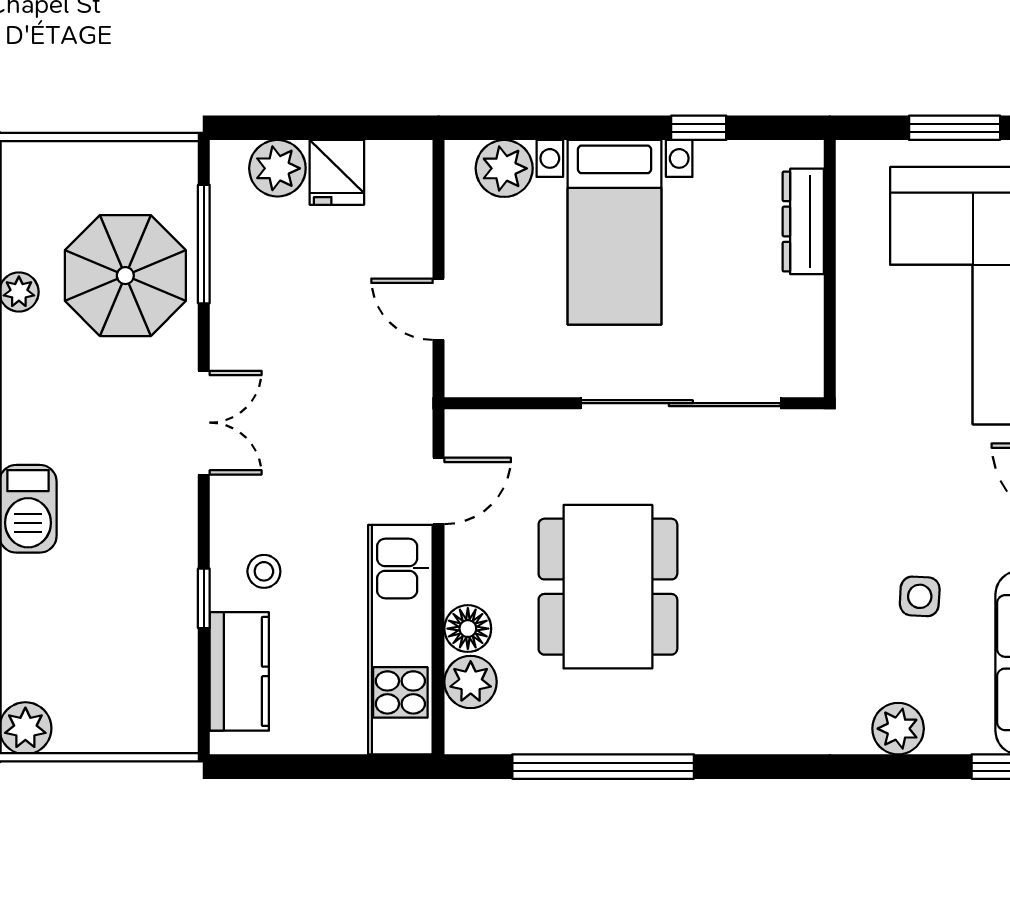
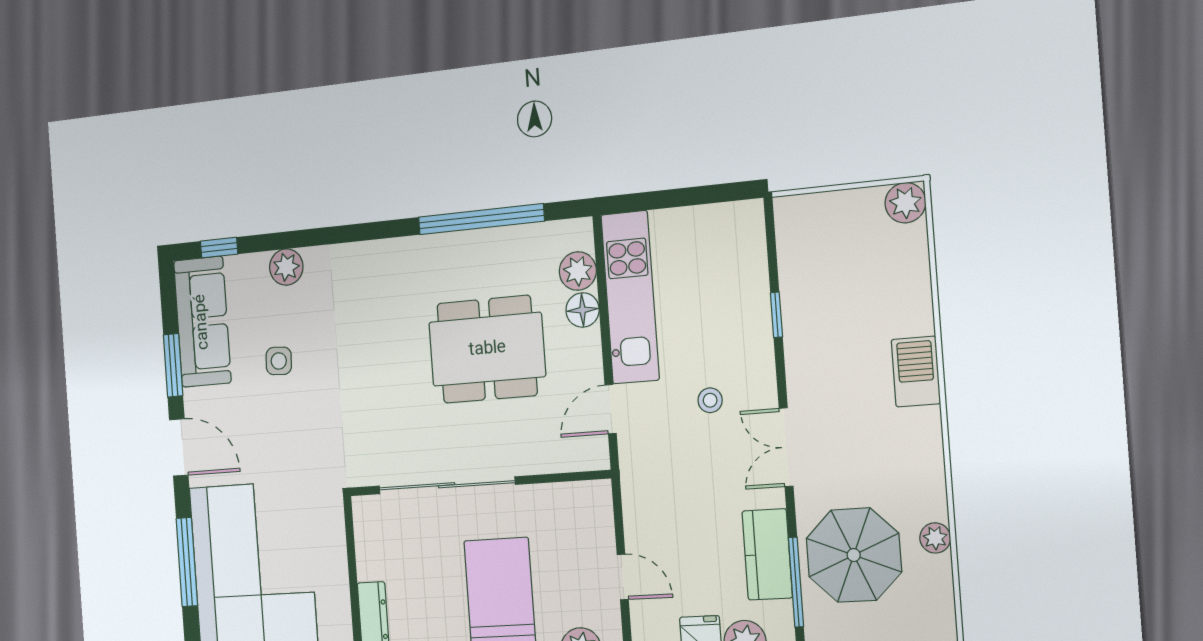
door: (439, 309) -> (623, 577), moved
stool: (264, 571) -> (710, 400), moved
dining table: (608, 587) -> (487, 349), turned 90
kitchen counter: (239, 671) -> (767, 554), moved

